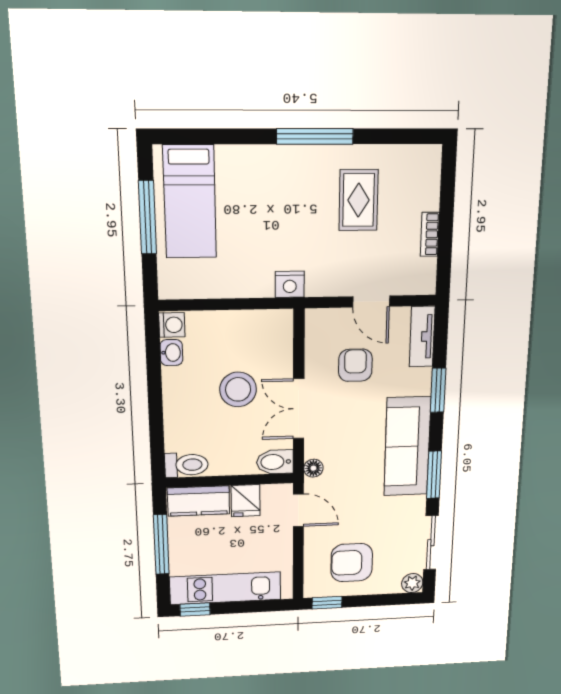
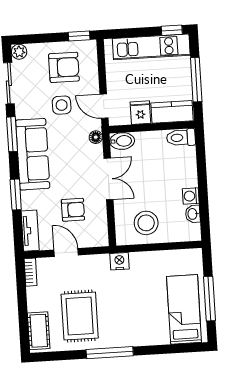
cot: (425, 180) -> (39, 331), added
rug: (359, 200) -> (80, 316), width x1.36, depth x1.43
bookcase: (430, 234) -> (31, 272), moved
washing machine: (172, 325) -> (191, 196), moved
armchair: (355, 365) -> (73, 210), turned -90
stool: (238, 389) -> (146, 223), moved
side table: (359, 513) -> (62, 105), added

